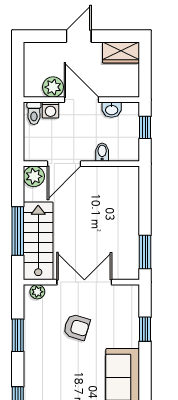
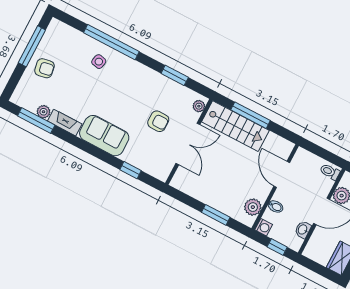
washing machine: (50, 110) -> (264, 227), moved, turned 180
plant: (34, 176) -> (253, 207), moved
window: (145, 252) -> (216, 215), moved
armchair: (77, 327) -> (158, 121), turned -107

